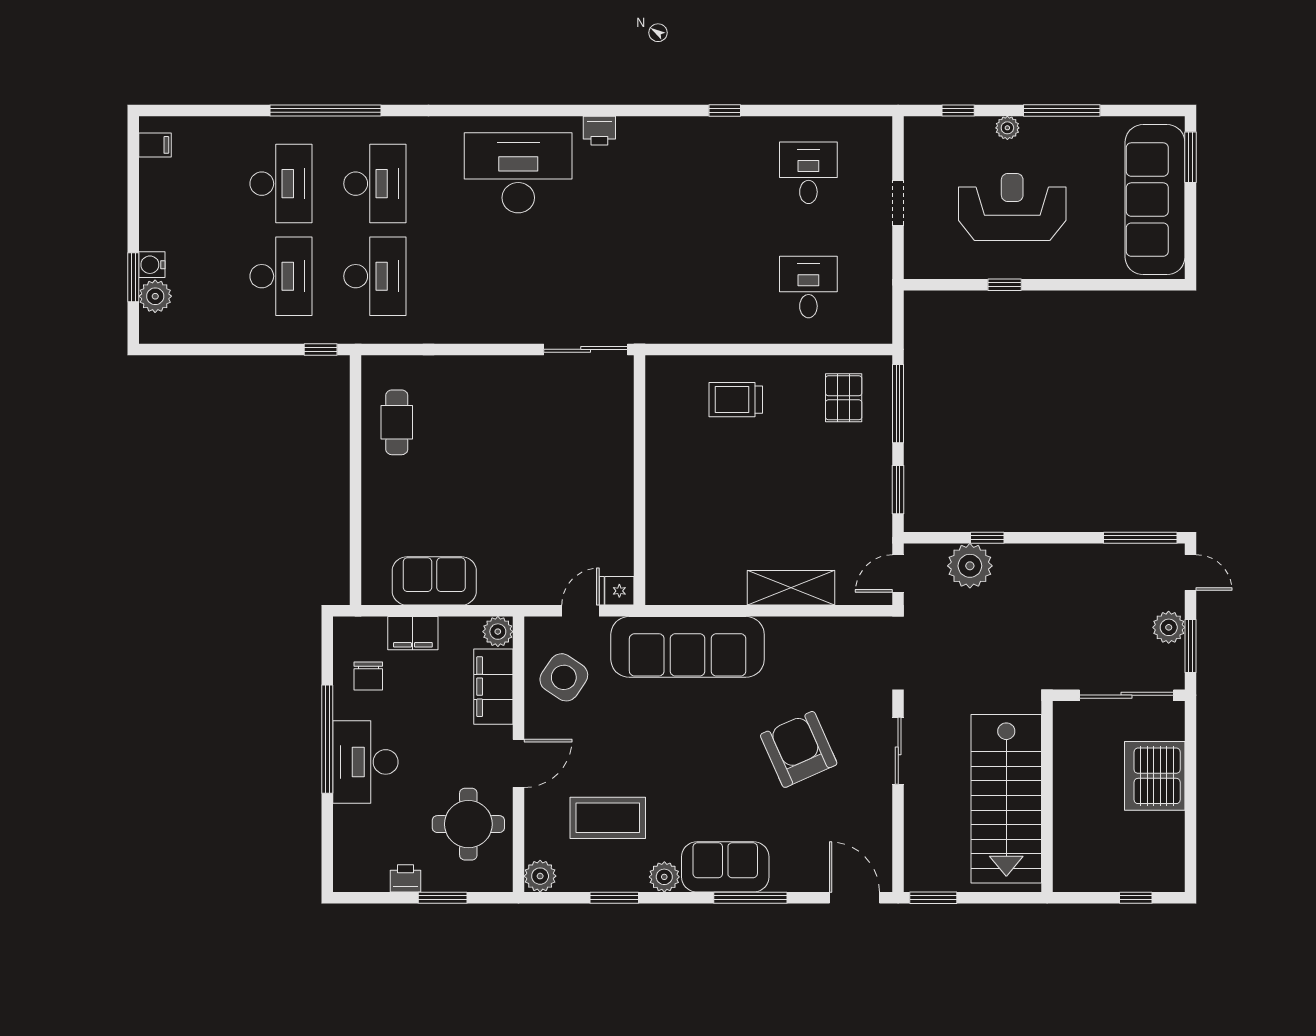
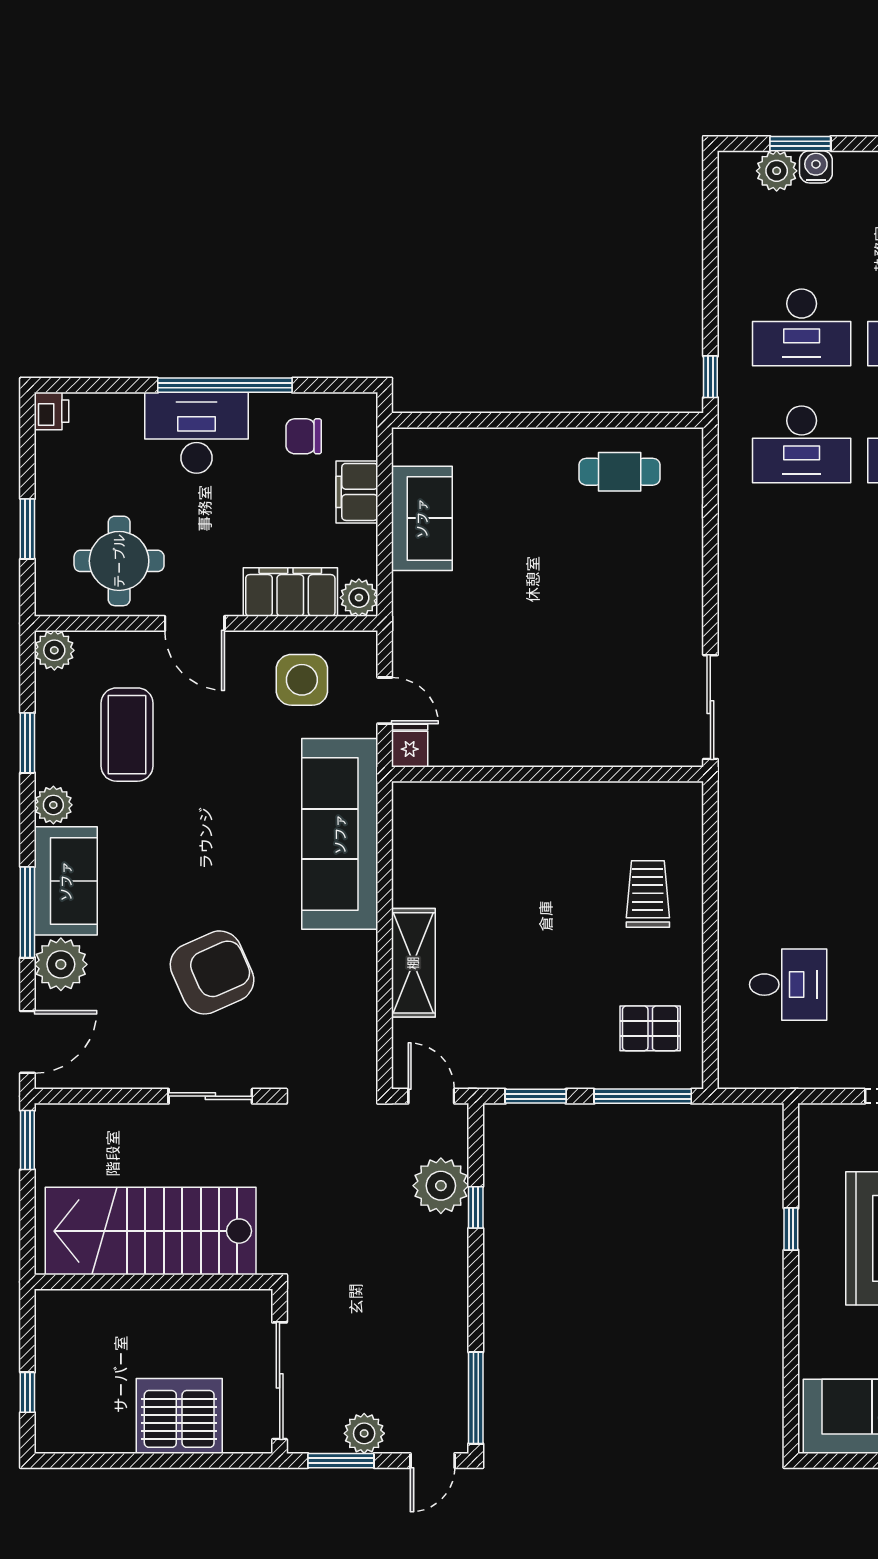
side table: (564, 677) -> (302, 680), turned -34
plant: (792, 871) -> (61, 964), added
printer: (405, 878) -> (52, 411), moved

